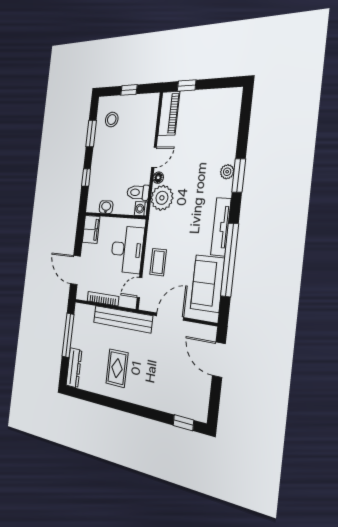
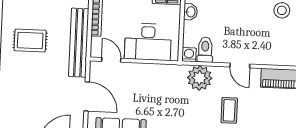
floor lamp: (158, 178) -> (219, 72), removed
coffee table: (158, 262) -> (229, 110), moved, turned 90

